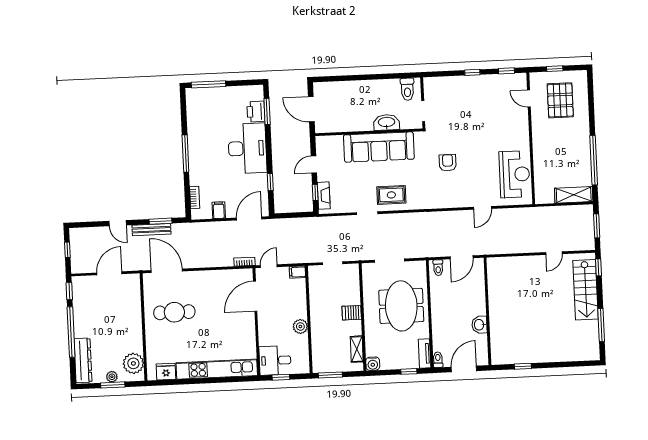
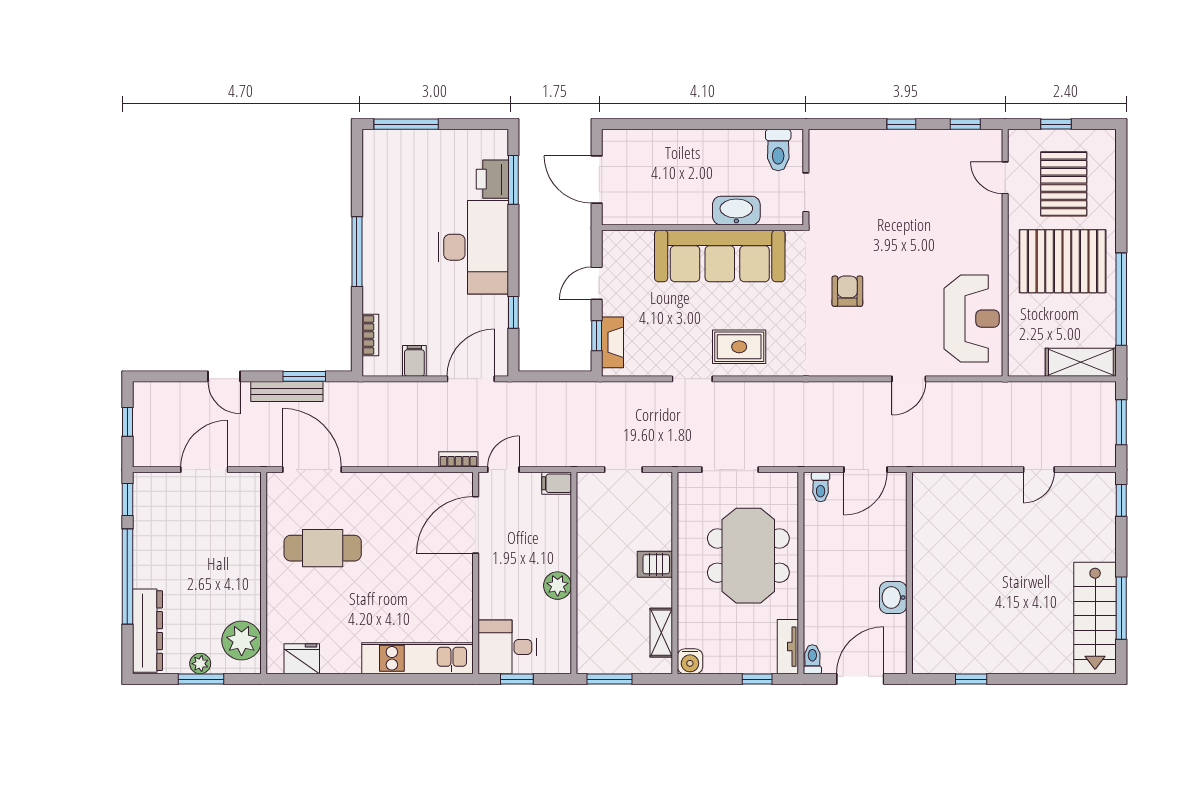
pallet: (562, 142) -> (1063, 261), added
stairs: (586, 290) -> (1095, 618), moved
kitchen unit: (217, 369) -> (417, 658), width x0.73

